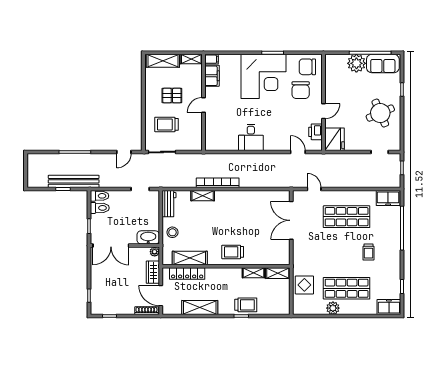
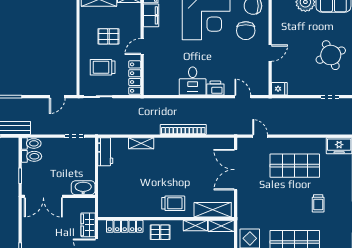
printer: (315, 132) -> (215, 88), moved, turned 90
locker: (197, 134) -> (135, 78), added
fridge: (335, 139) -> (279, 89), width x0.53, depth x0.75
bookcase: (218, 183) -> (183, 129), moved
stool: (172, 232) -> (109, 182), removed
plant: (155, 252) -> (90, 203), removed
trolley: (233, 252) -> (173, 203), turned 180
shelving: (190, 258) -> (213, 210), moved
pallet: (220, 279) -> (160, 232), added

